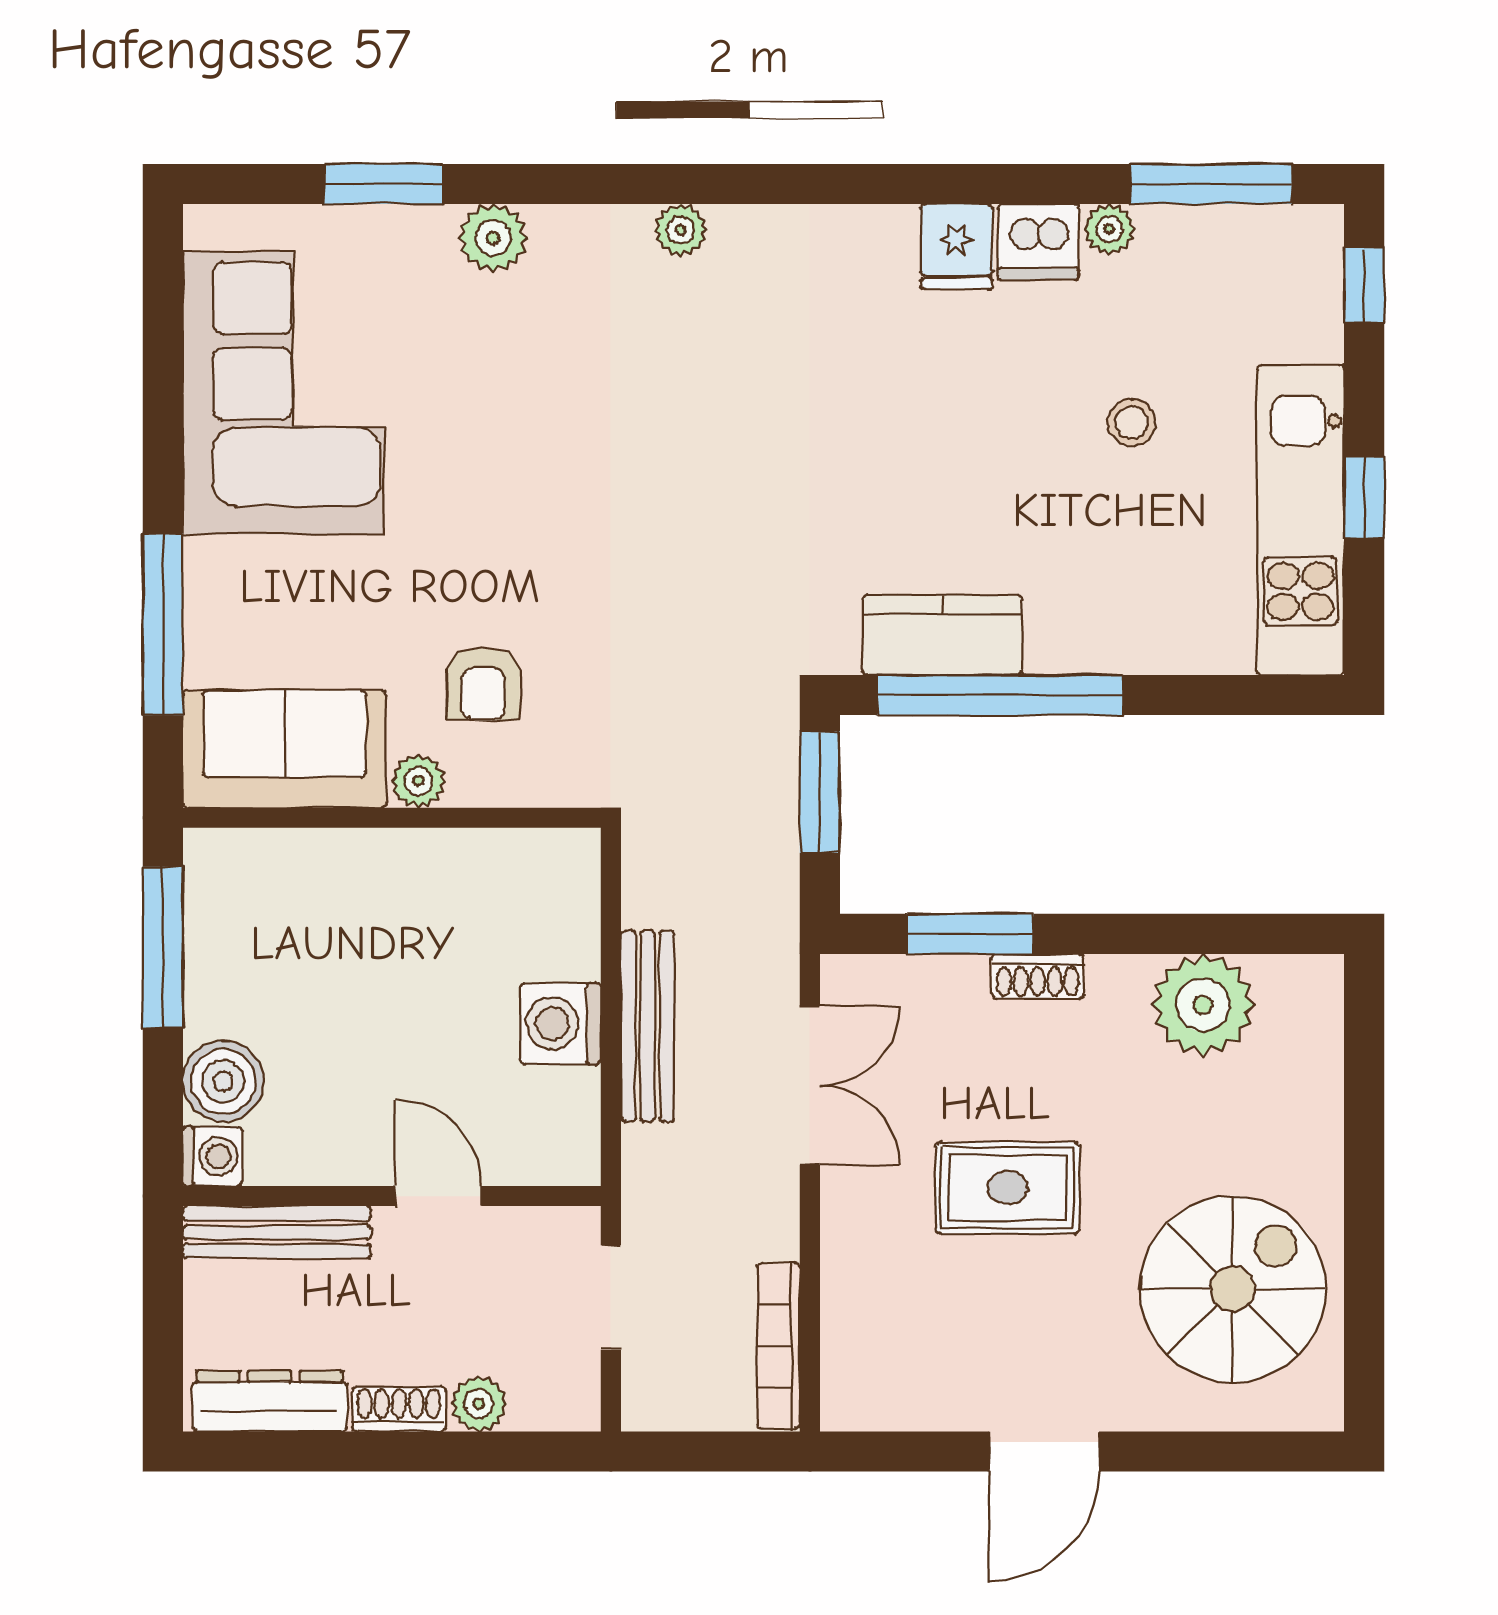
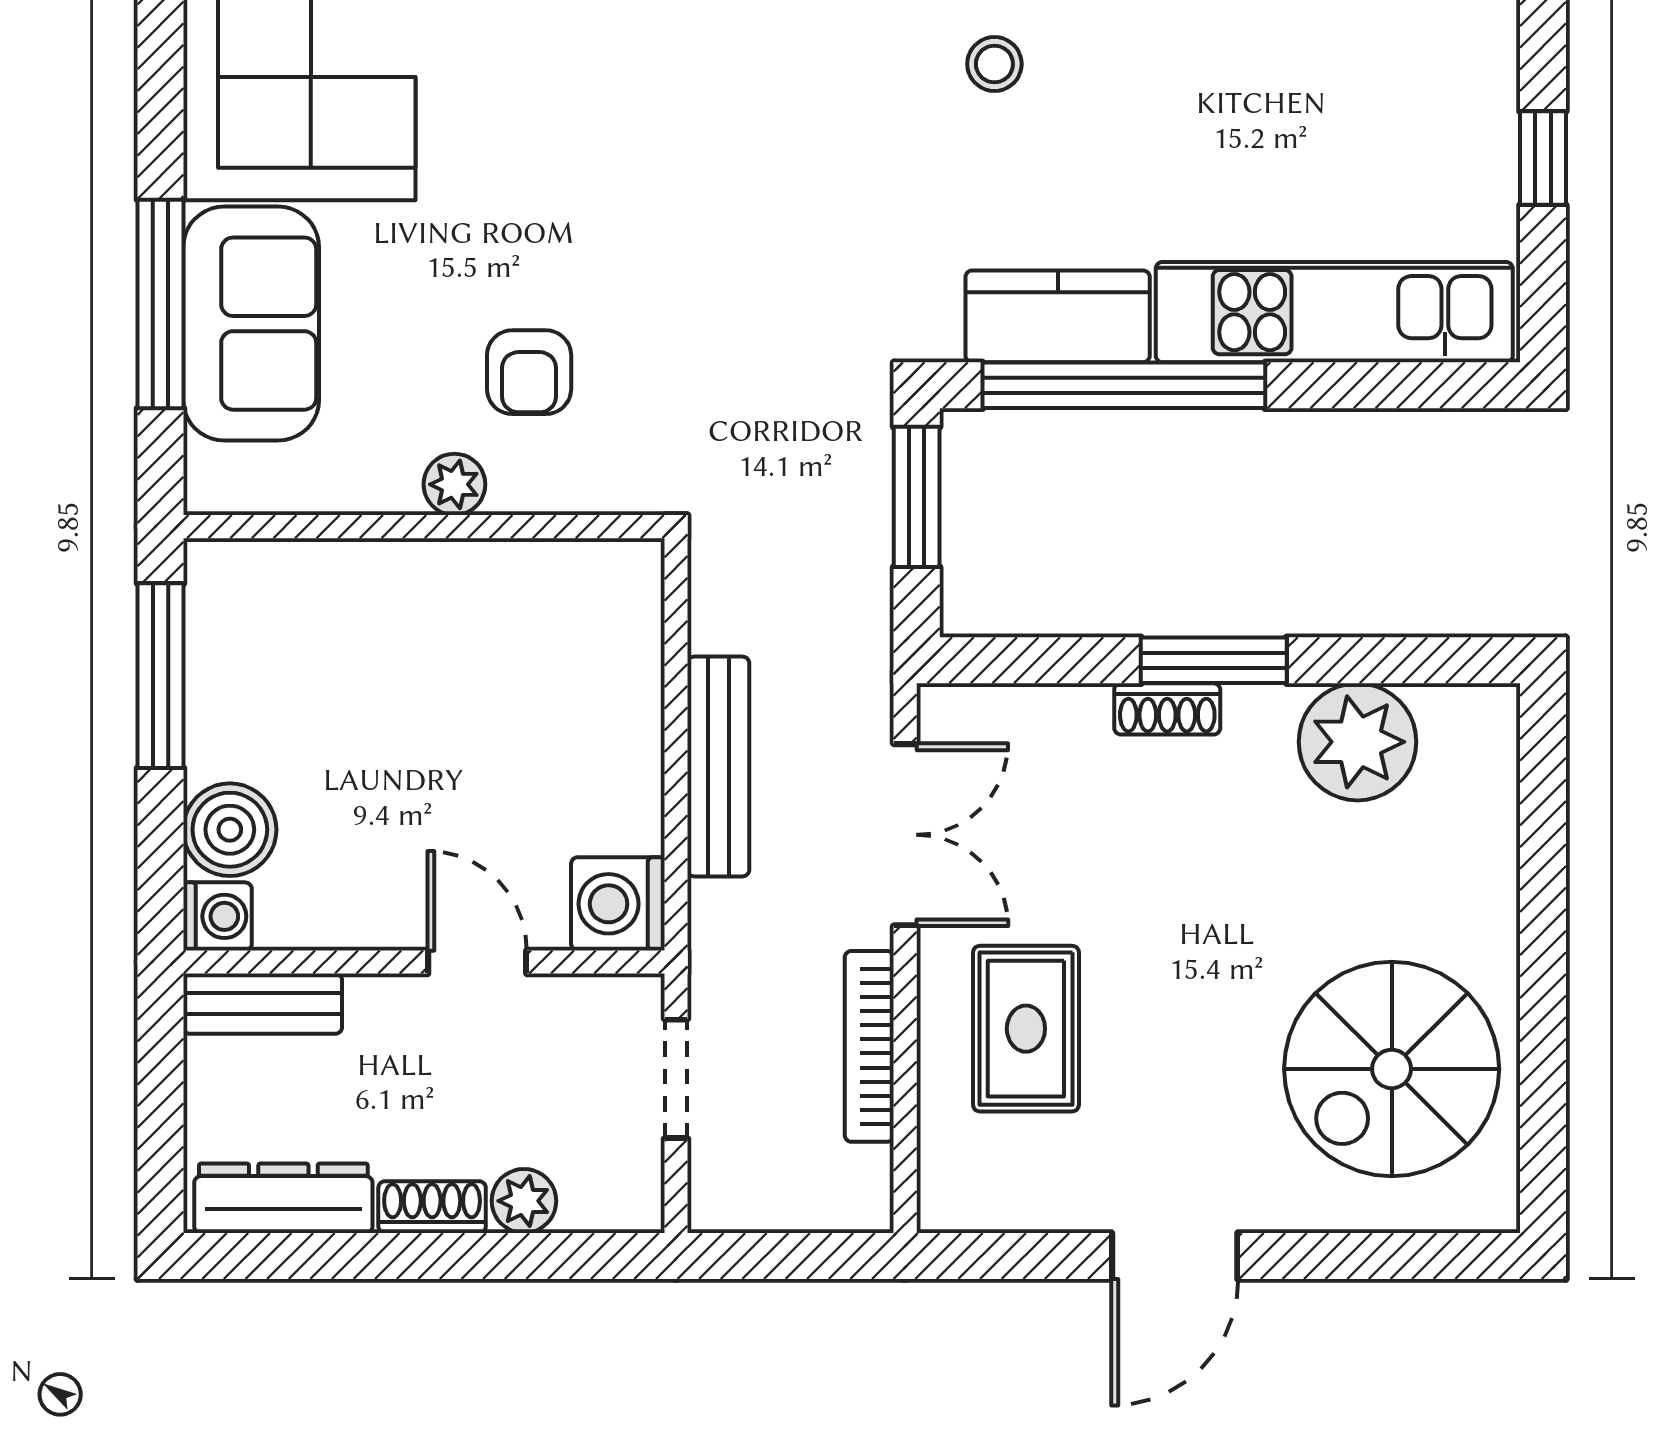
stool: (1131, 422) -> (994, 64), moved
kitchen unit: (1300, 520) -> (1334, 312), moved, turned 90
sofa: (285, 749) -> (251, 324), moved, turned 90
window: (970, 934) -> (1214, 660), moved
washing machine: (560, 1024) -> (618, 904), moved
rug: (1007, 1188) -> (1026, 1029), moved, turned 90
bench: (277, 1232) -> (263, 1004), width x0.73
spiral stairs: (1233, 1289) -> (1392, 1069), turned 180
bookcase: (779, 1346) -> (869, 1046), moved

